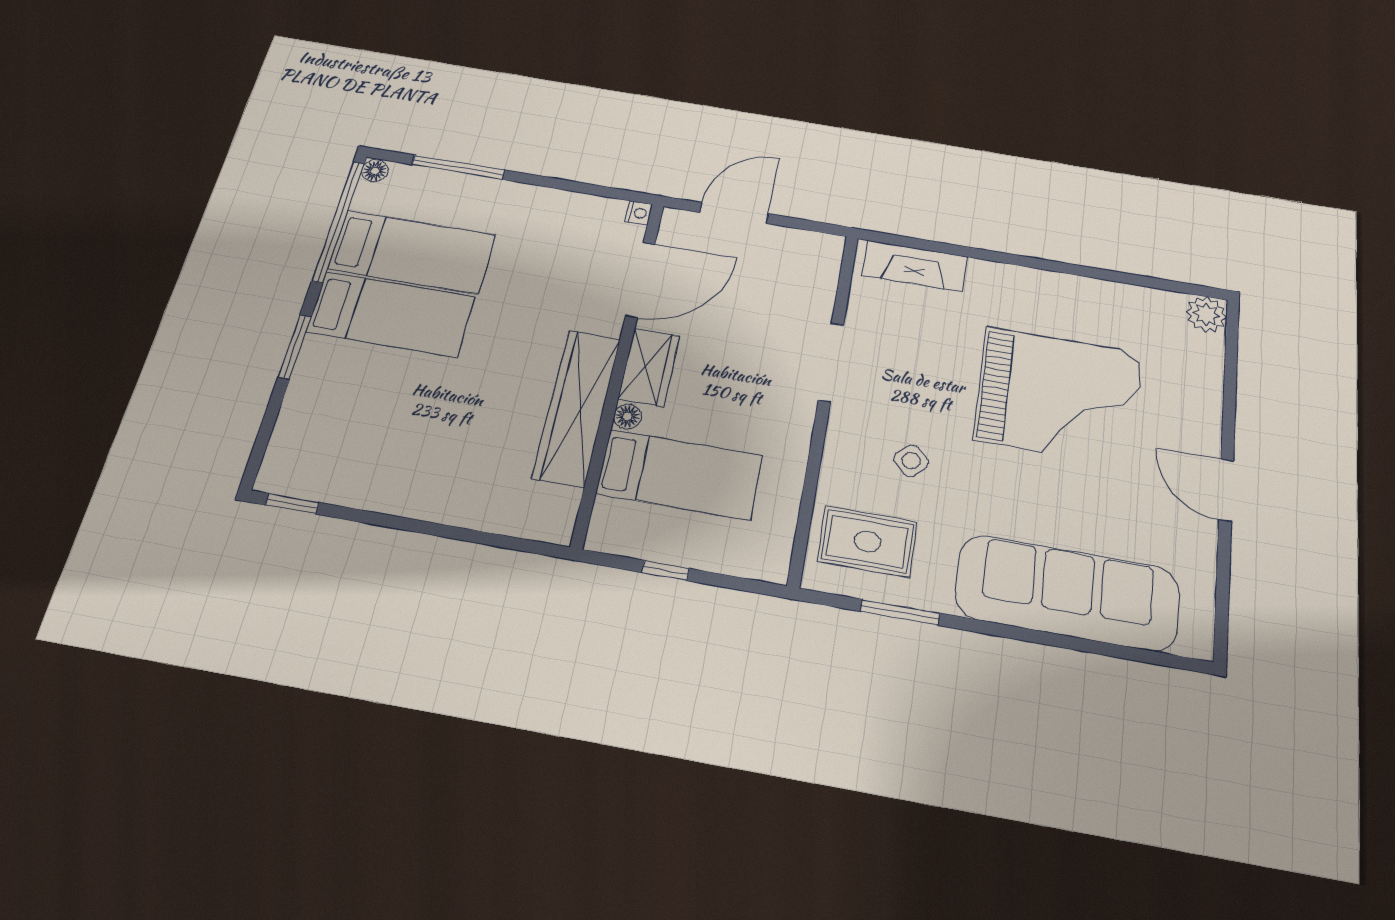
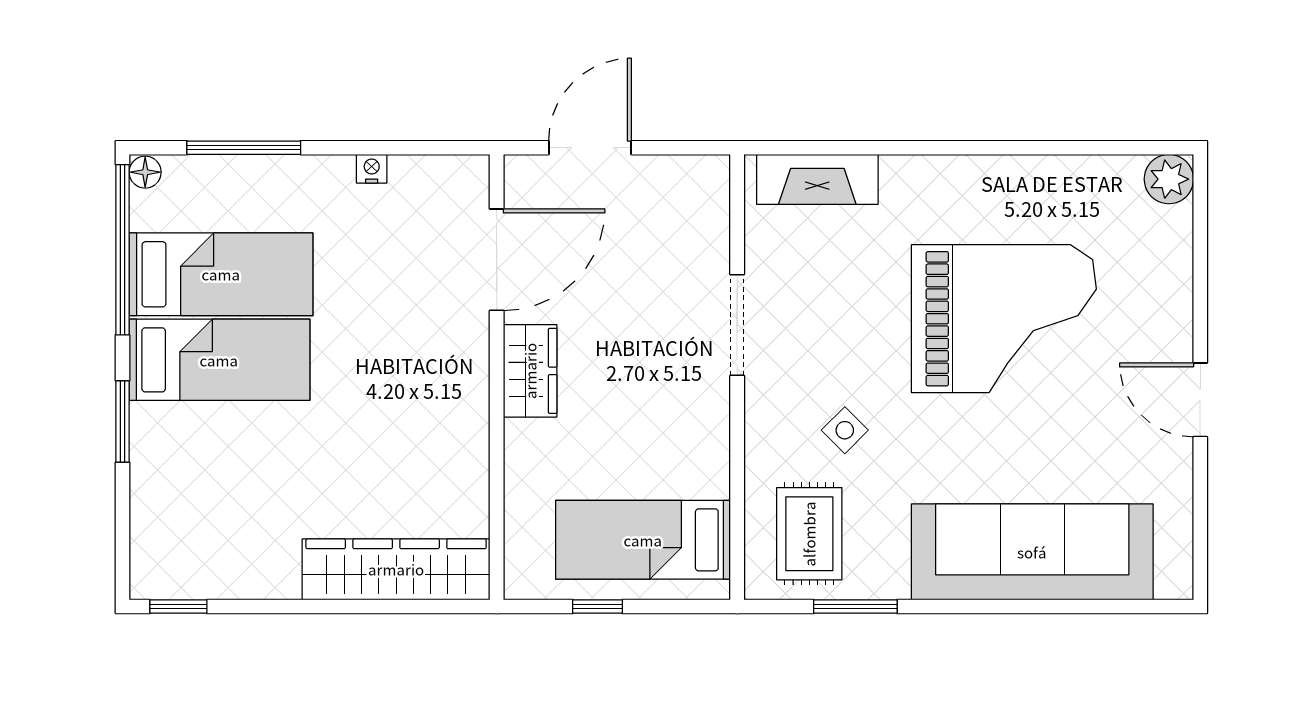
nightstand: (639, 213) -> (372, 169), moved, turned -90
wardrobe: (577, 407) -> (396, 569), moved, turned 90
floor lamp: (627, 416) -> (519, 436), removed
bed: (680, 475) -> (643, 540), moved, turned 180
rug: (867, 541) -> (809, 534), turned 90

